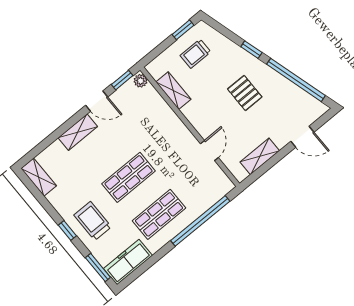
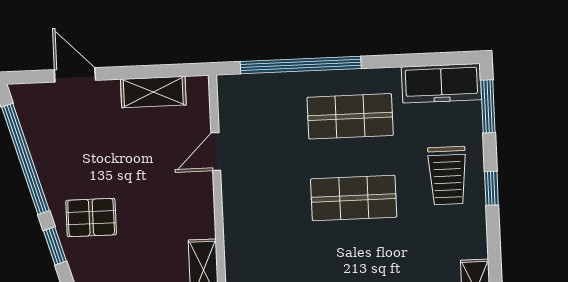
pallet: (245, 93) -> (91, 218), moved, turned 90

